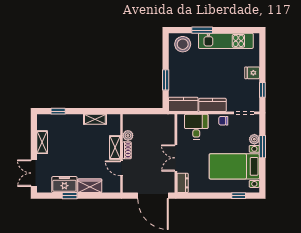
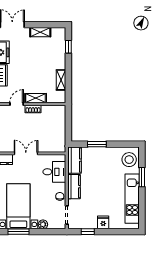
plant: (128, 135) -> (46, 110), removed
window: (262, 147) -> (18, 232), moved

